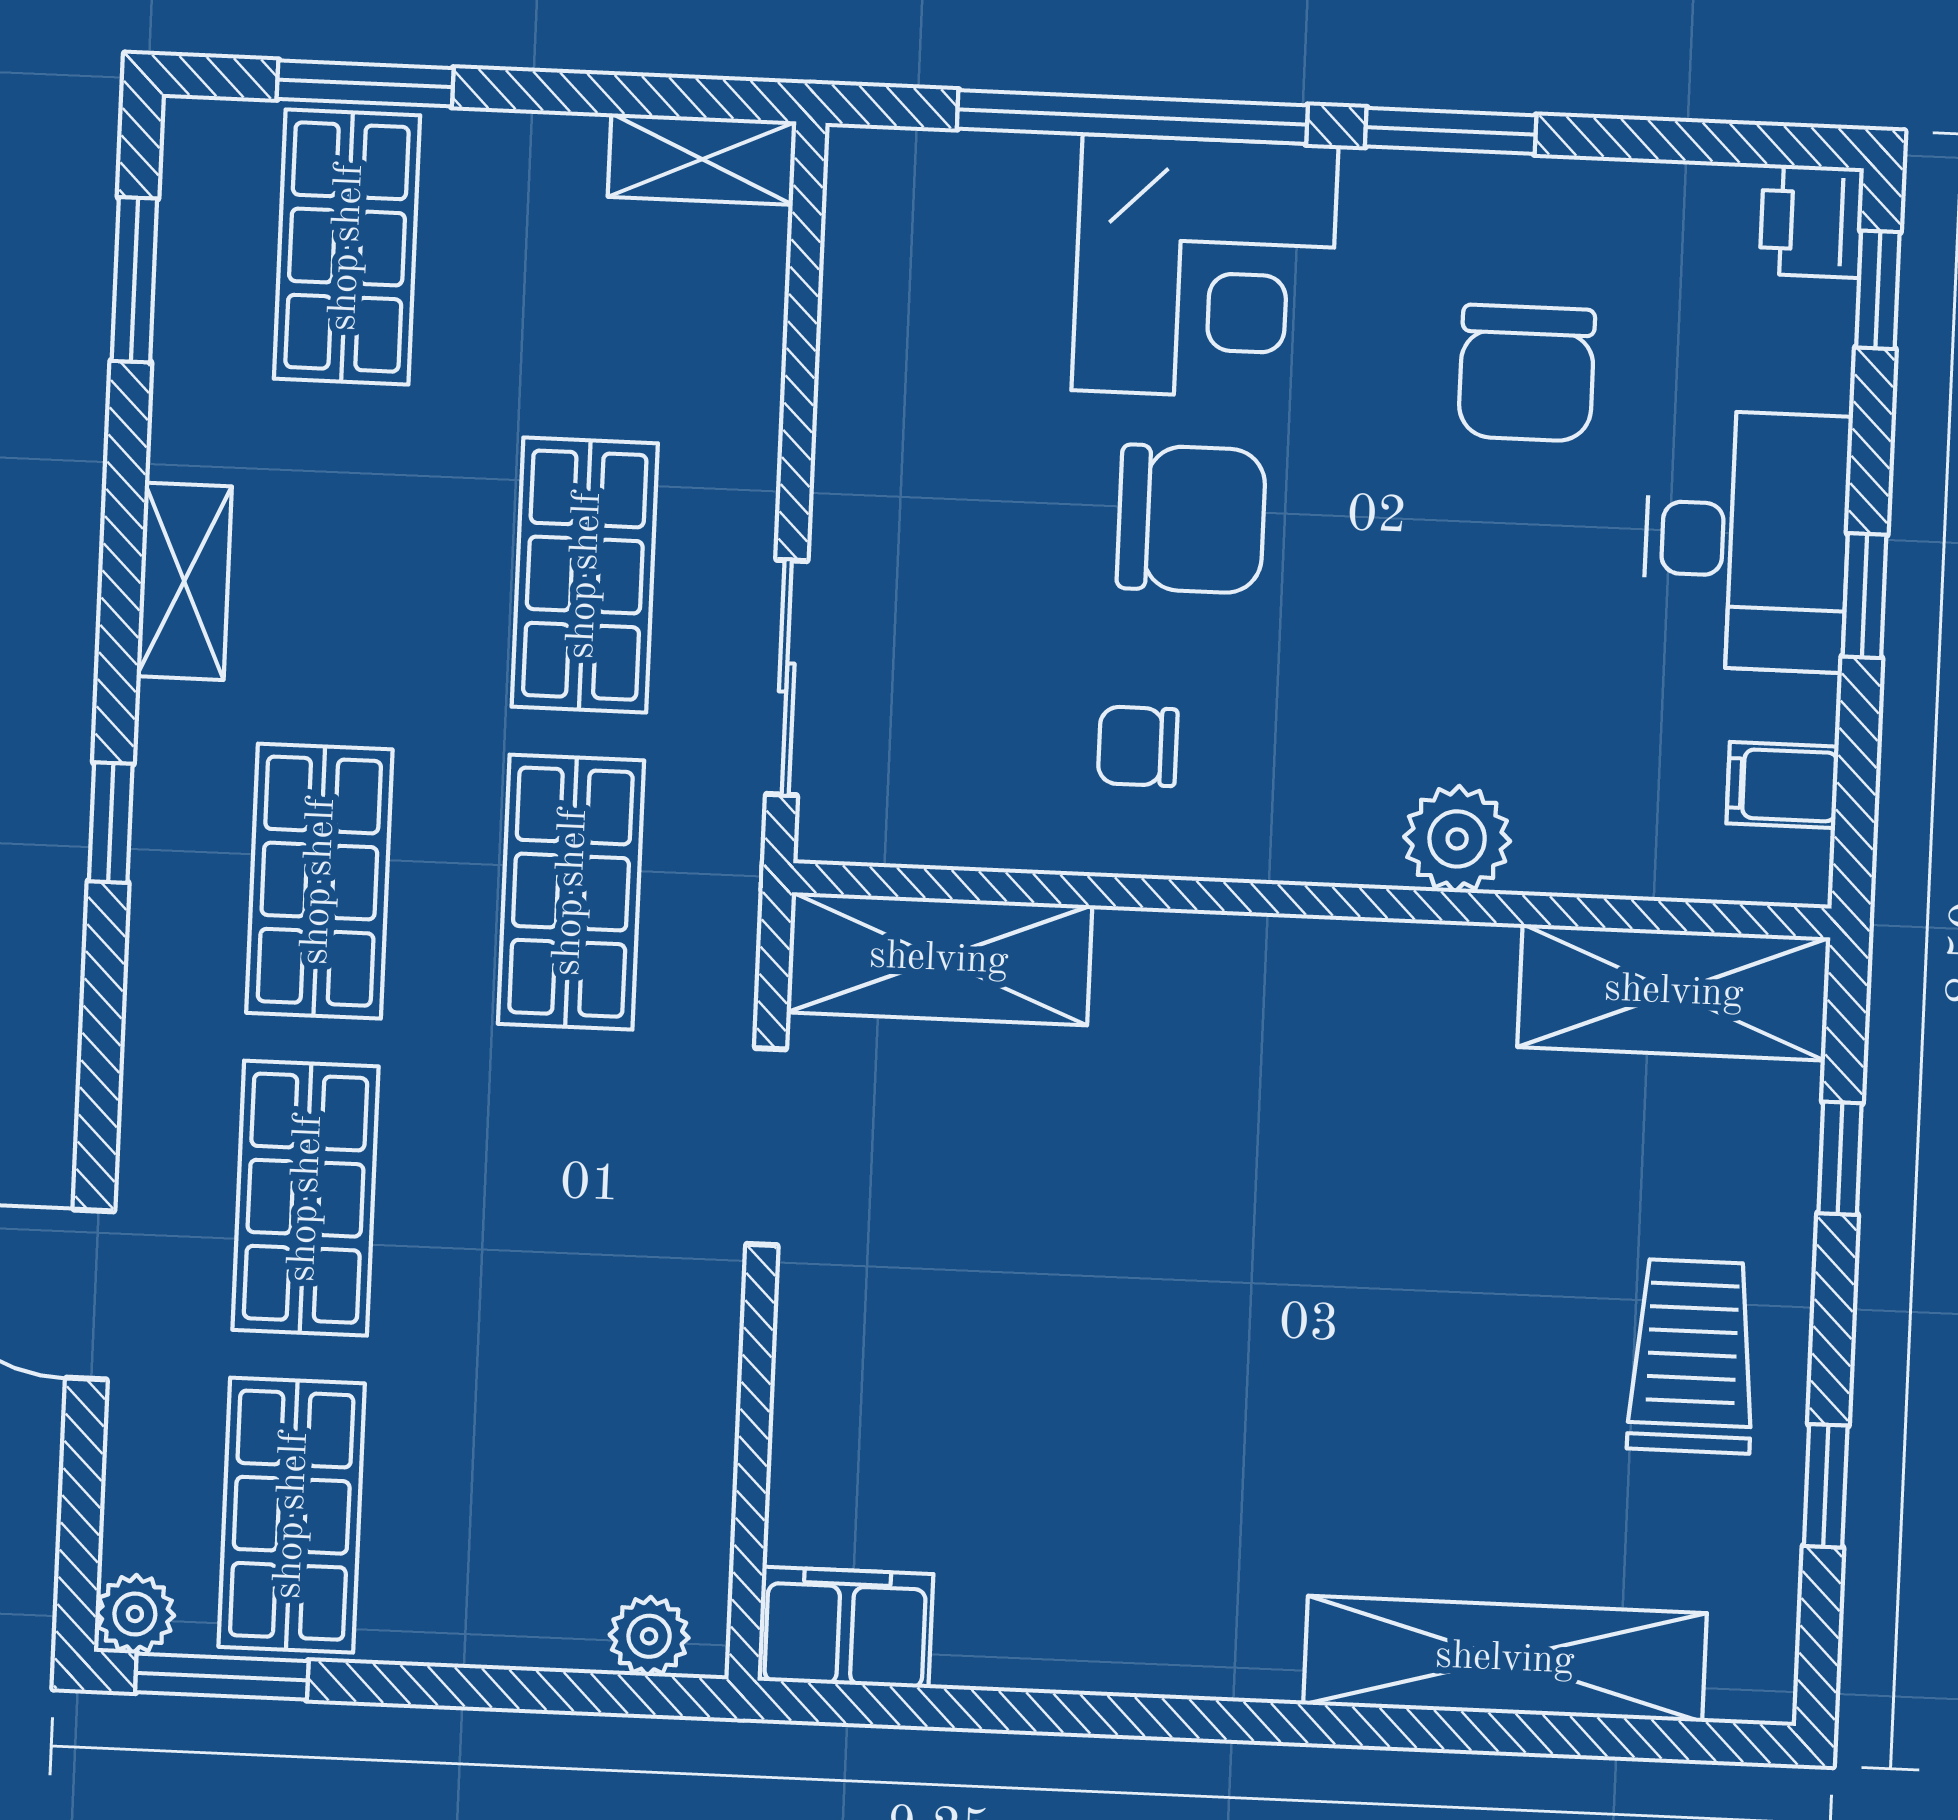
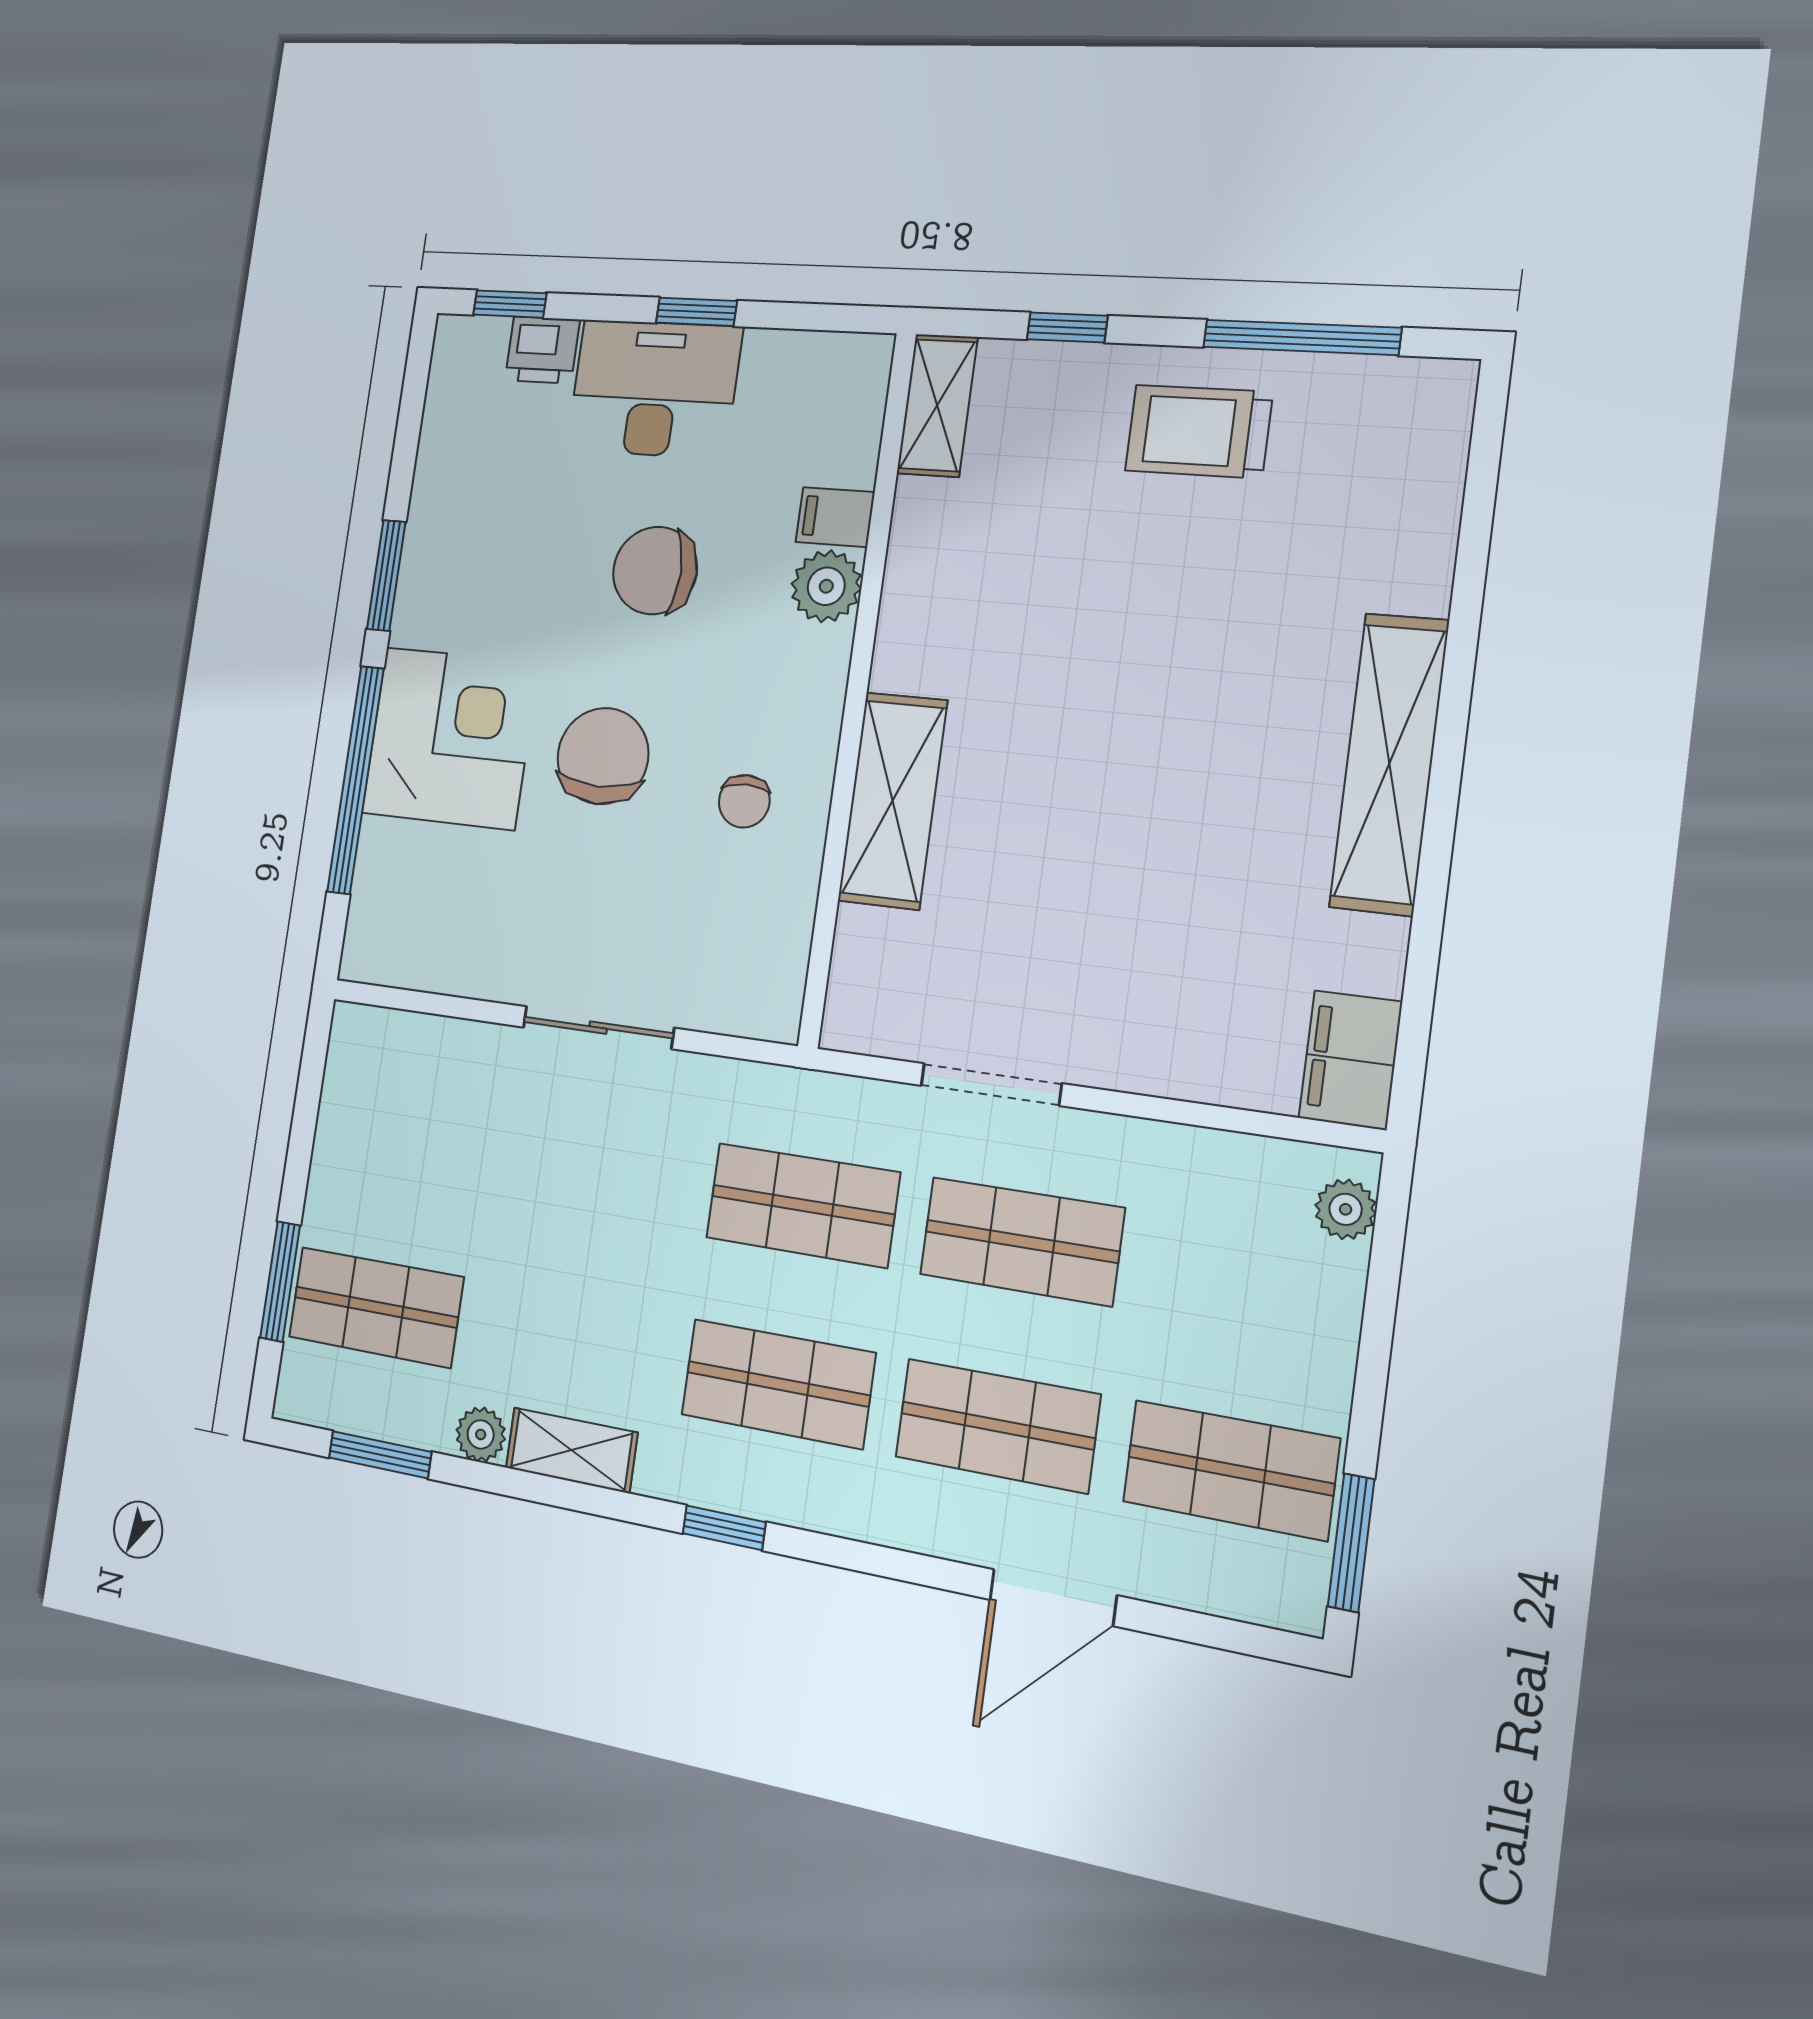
shelving: (702, 159) -> (349, 1063), removed
printer: (1812, 221) -> (542, 350), moved
chair: (1527, 373) -> (655, 571), moved, turned 180
shop shelf: (585, 575) -> (1022, 1241), moved
sliding door: (787, 678) -> (598, 1028), moved
filing cabinet: (1782, 785) -> (835, 517), moved, turned 90
shelving: (939, 959) -> (893, 801), moved
shelving: (1674, 992) -> (937, 405), width x0.67, depth x0.75
window: (1826, 1486) -> (1301, 337), width x2.17
plant: (135, 1614) -> (481, 1434), moved
shelving: (1505, 1659) -> (1389, 764), moved

